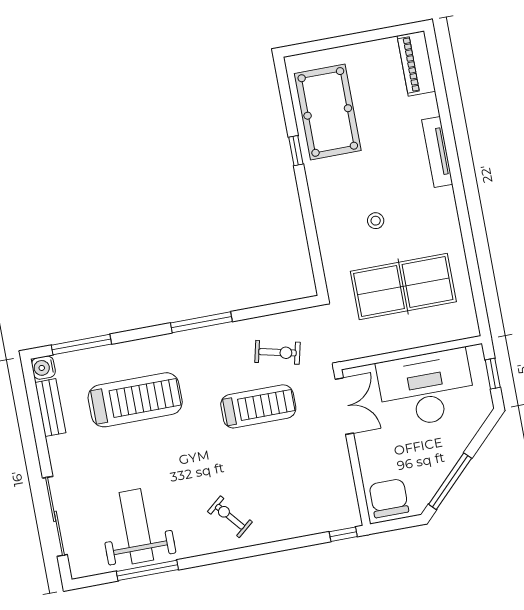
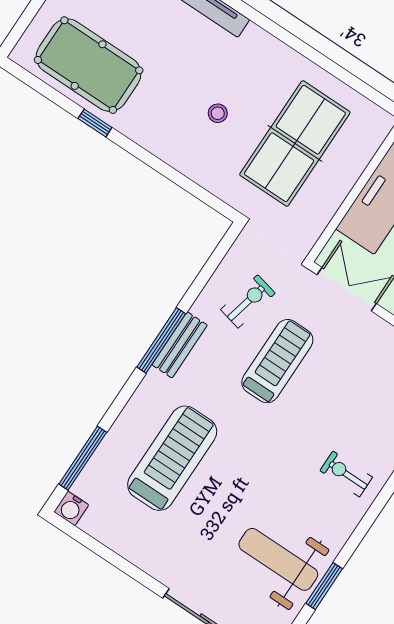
bench: (50, 408) -> (180, 345), moved, turned 90
exercise bike: (230, 517) -> (346, 474), turned 40
window: (147, 570) -> (324, 586), width x0.69

